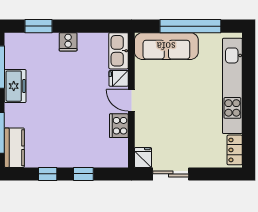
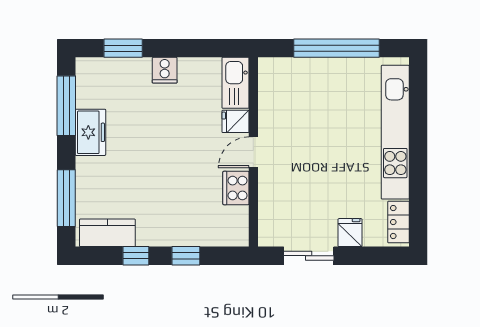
sofa: (166, 46) -> (303, 76), removed
door: (131, 100) -> (253, 152), hinge flipped
kitchen counter: (14, 148) -> (107, 233), moved, turned -90
fridge: (143, 157) -> (350, 233), moved

